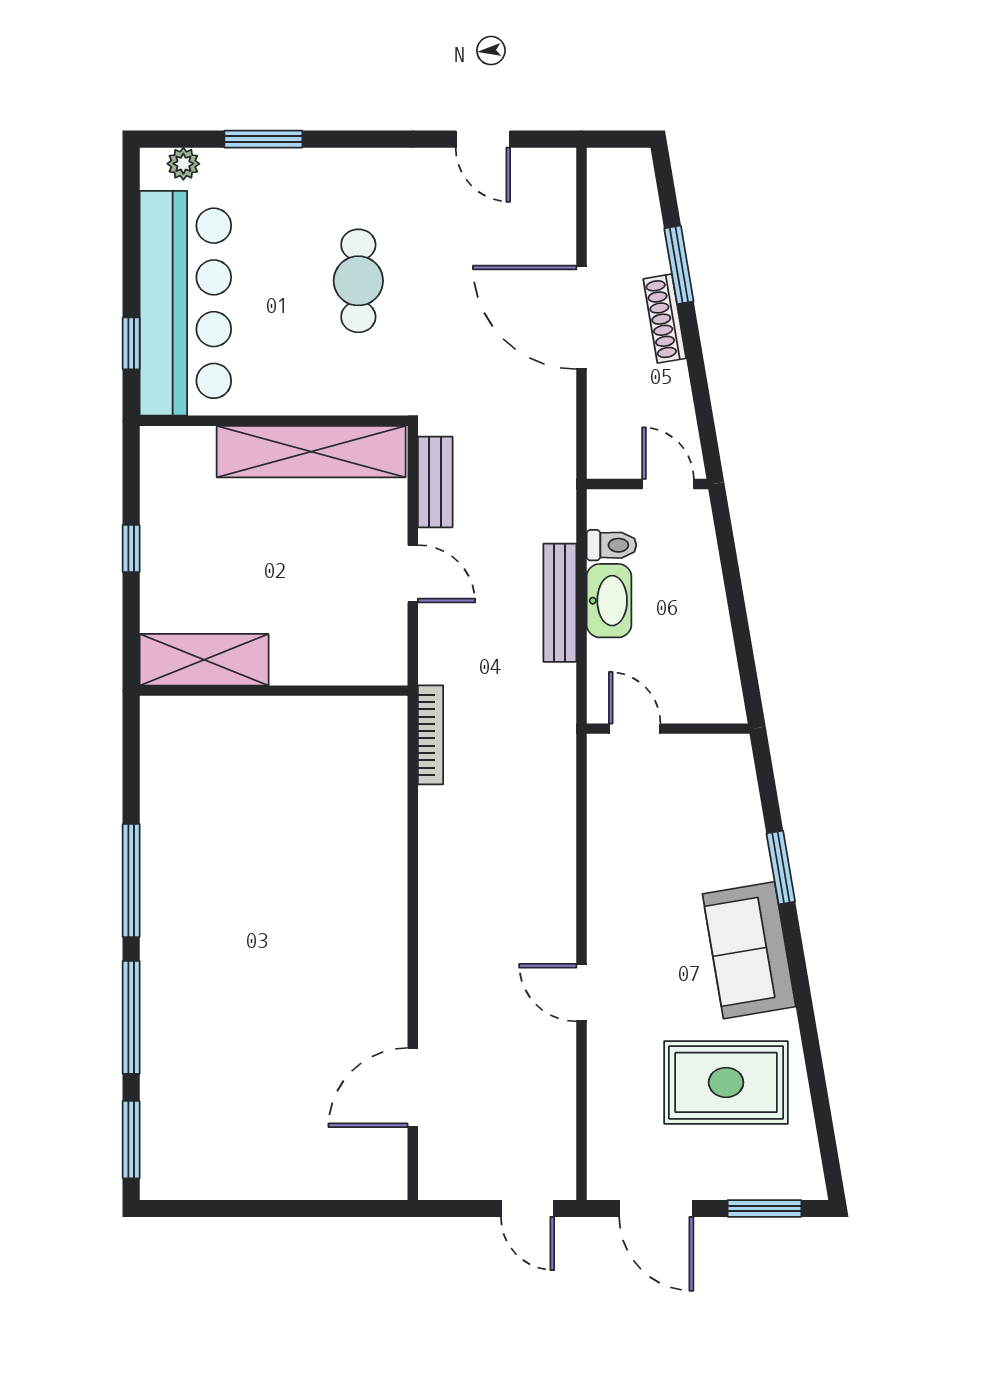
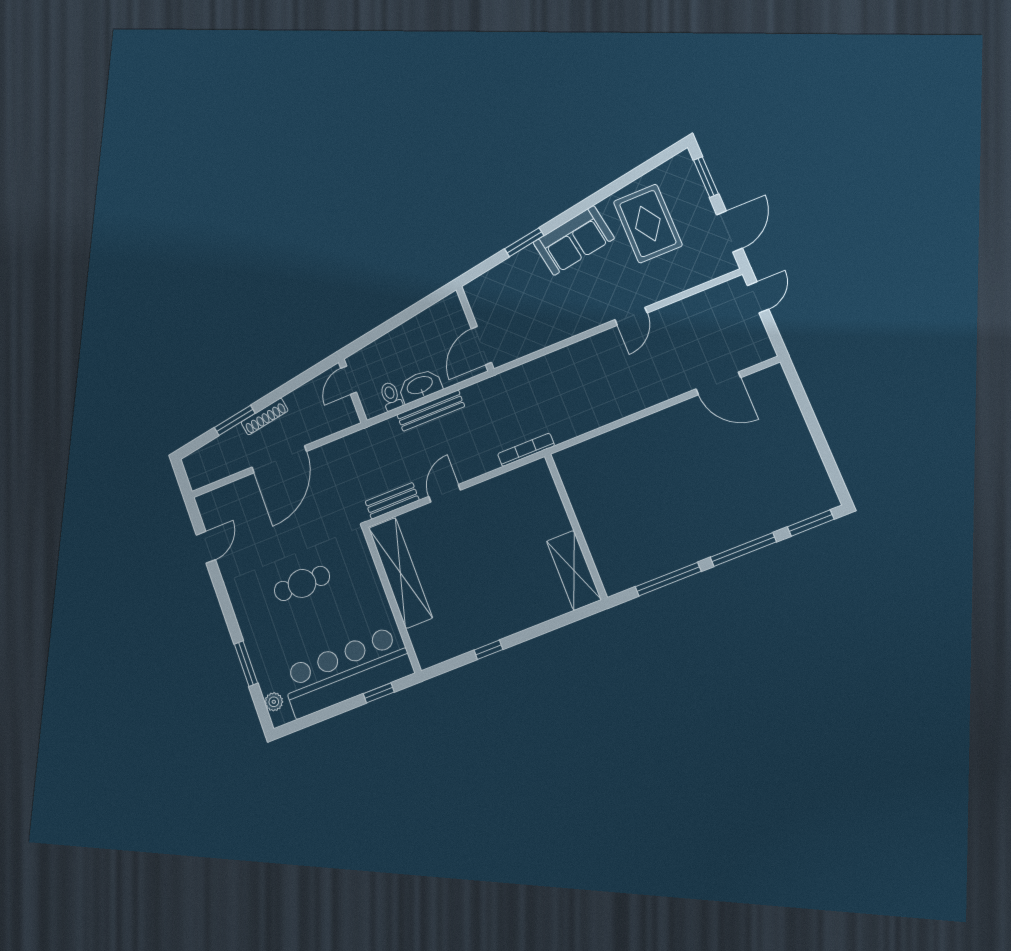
shelving: (204, 660) -> (574, 570), moved
wall: (274, 691) -> (576, 526), moved
door: (635, 729) -> (481, 346), width x1.38

